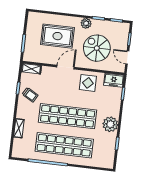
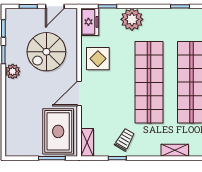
rug: (57, 36) -> (58, 131), moved
door: (66, 67) -> (79, 93), hinge flipped
plant: (110, 124) -> (132, 19), moved

